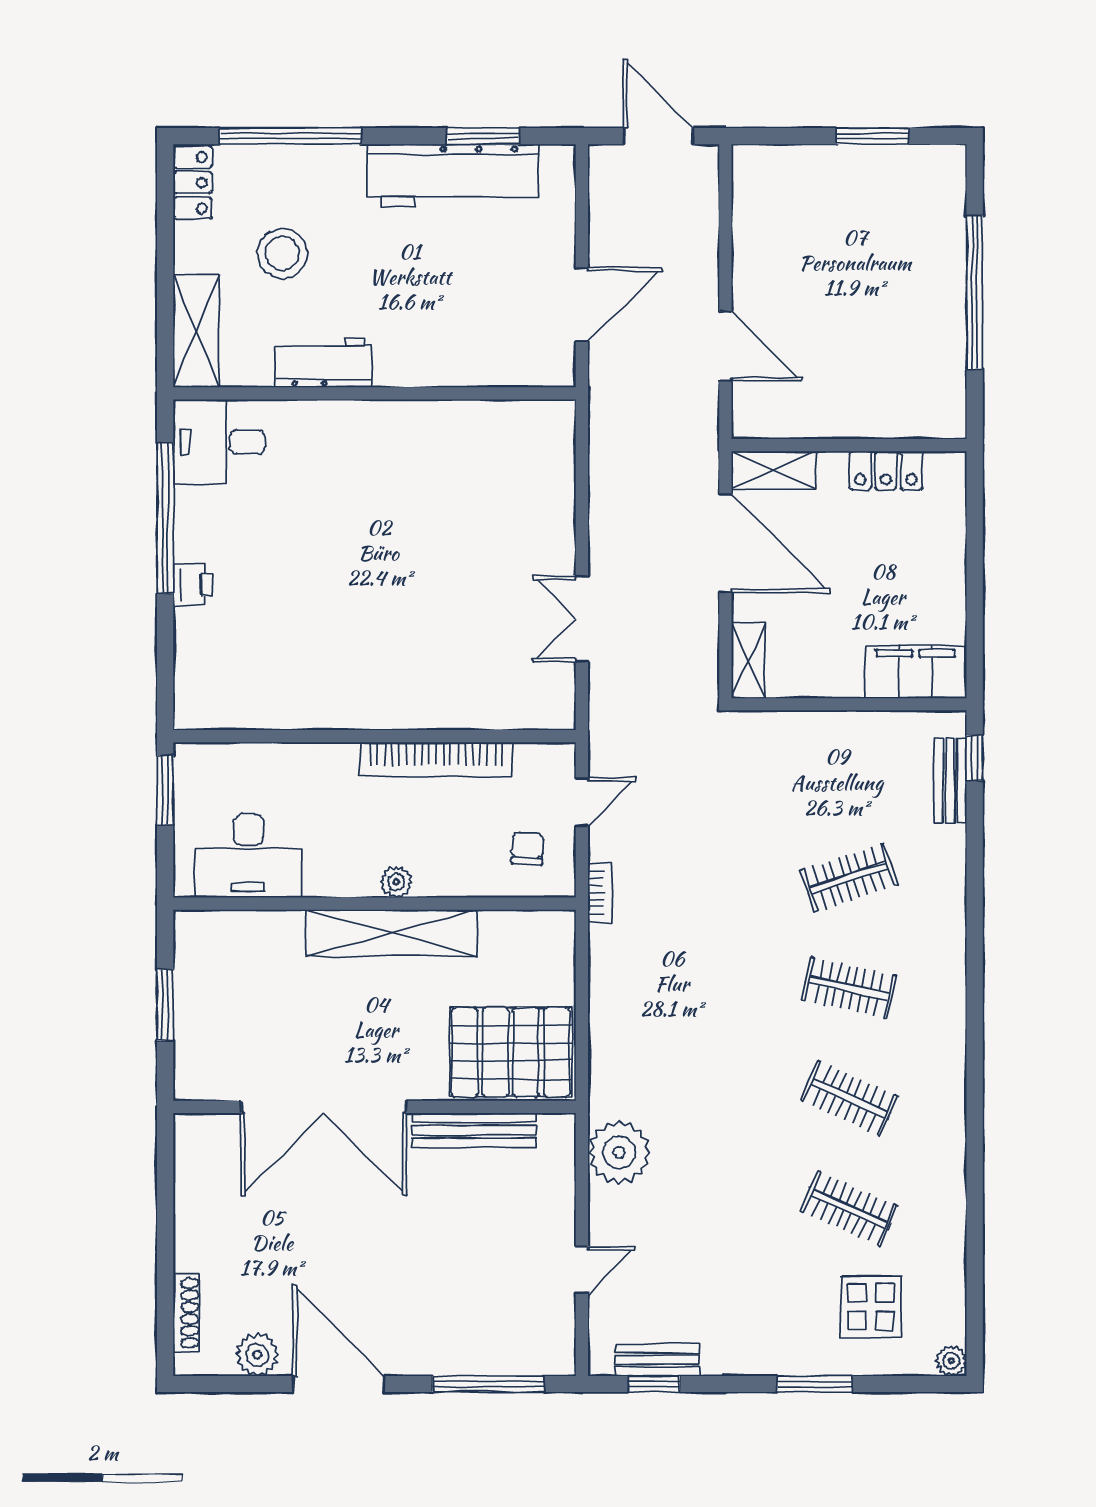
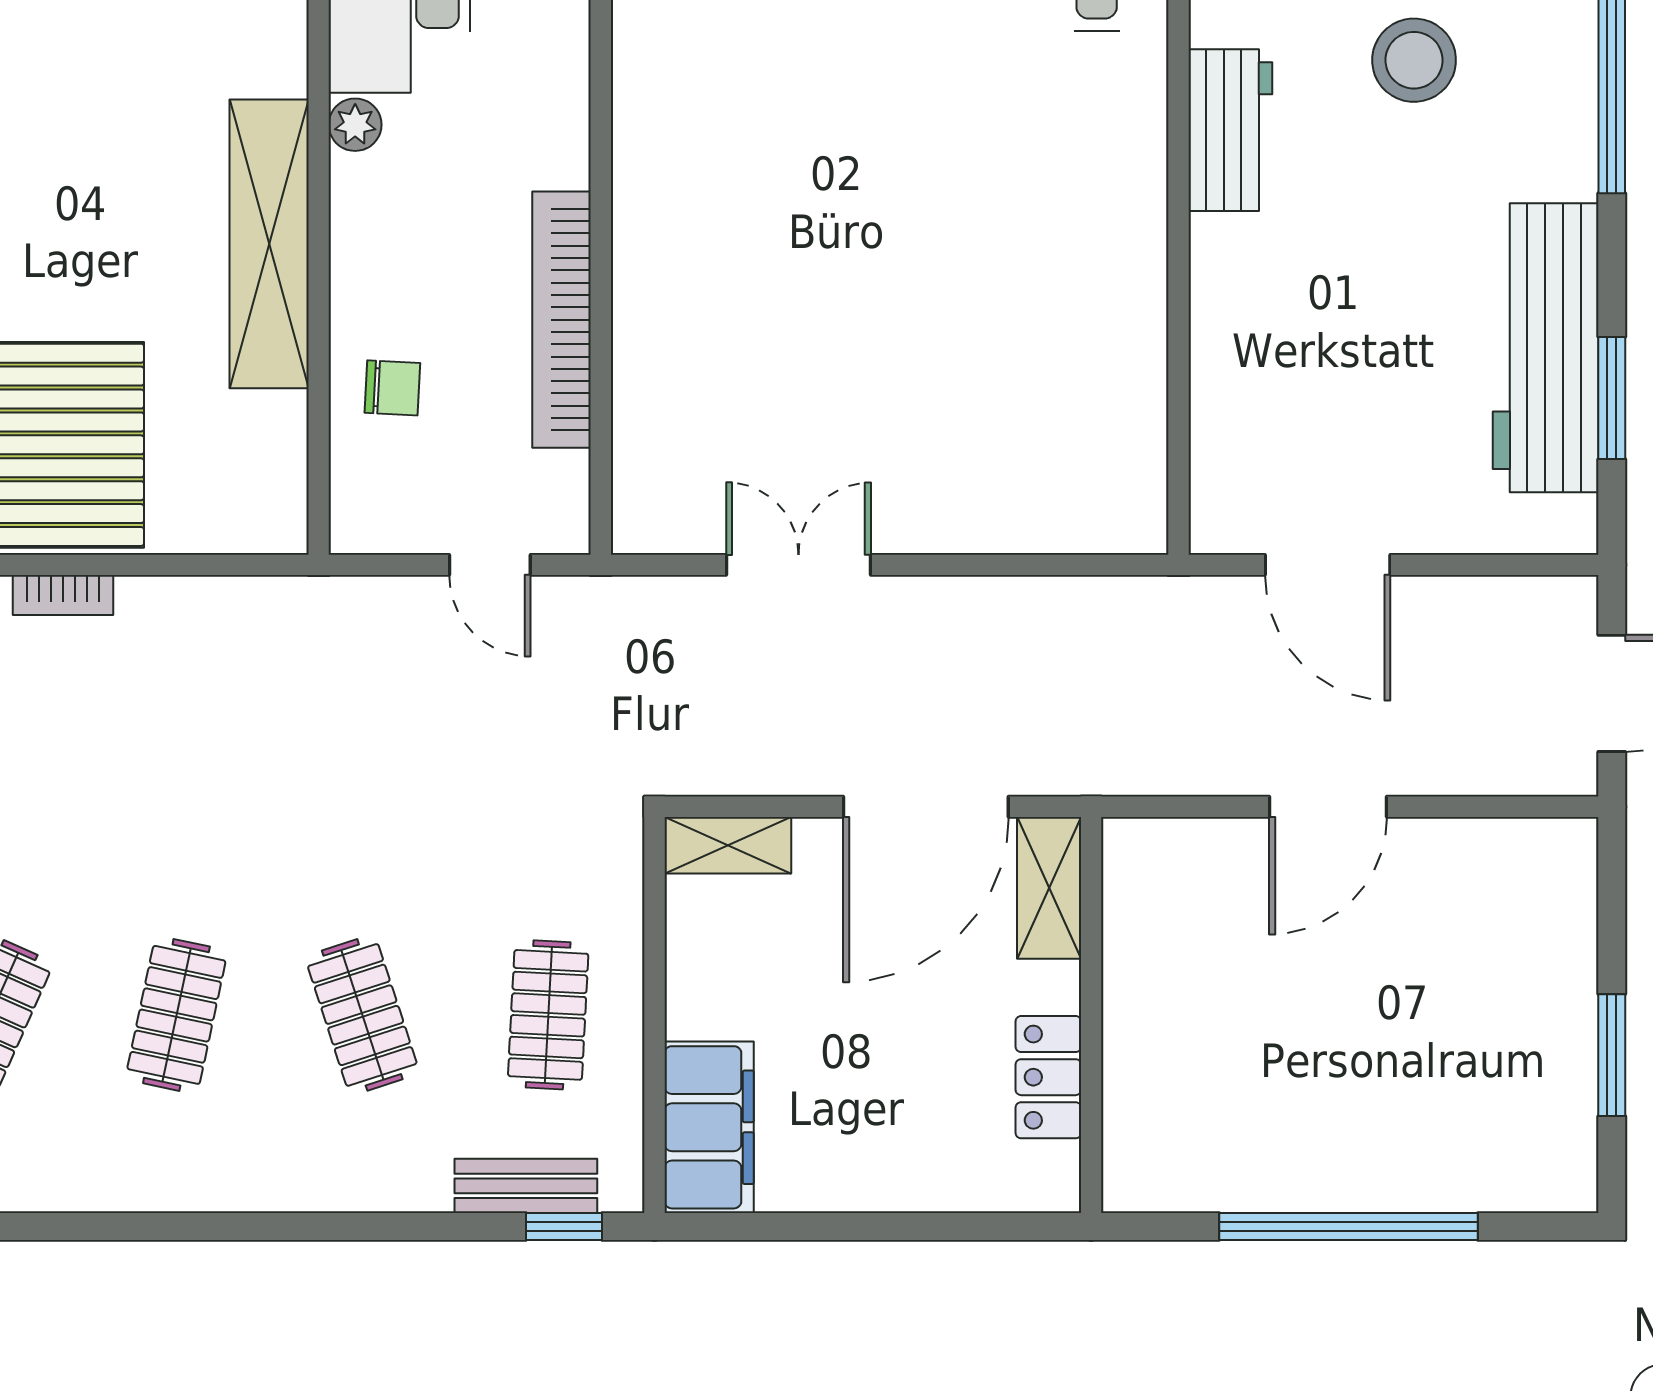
door: (725, 346) -> (1328, 807), moved
clothes rail: (849, 767) -> (548, 1015), added
chair: (527, 849) -> (392, 388), moved
plant: (396, 882) -> (355, 125), moved
bookcase: (600, 892) -> (63, 595), moved

